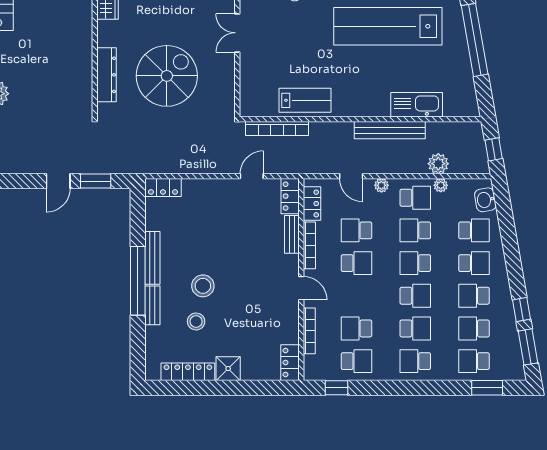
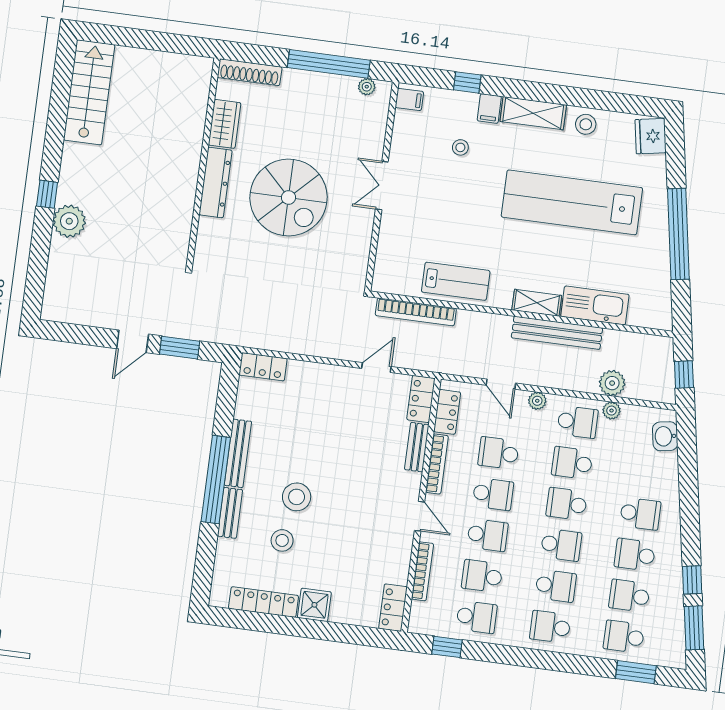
dresser: (106, 75) -> (216, 182), moved
spiral stairs: (167, 76) -> (289, 197), moved, turned 90
shelving: (371, 109) -> (537, 303), added
school desk: (474, 230) -> (488, 535), moved

